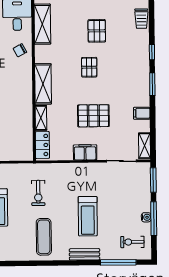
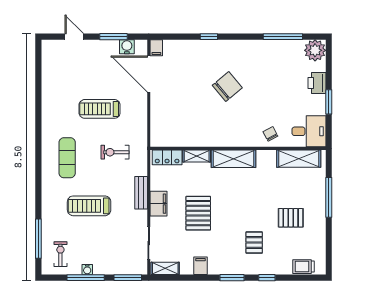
pallet: (89, 67) -> (254, 243), moved, turned 90
exercise mat: (44, 237) -> (67, 158), turned 90
bench: (85, 254) -> (141, 193), moved

